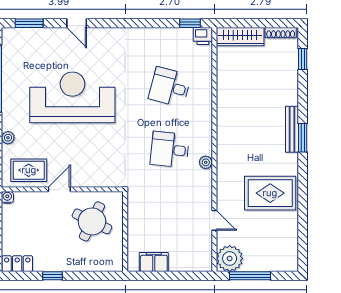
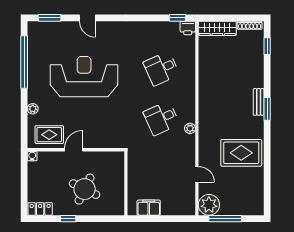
desk: (170, 87) -> (161, 68), turned -39
bench: (292, 129) -> (259, 102), width x0.73
desk: (170, 150) -> (161, 118), turned -30
round table: (92, 221) -> (85, 189), moved

